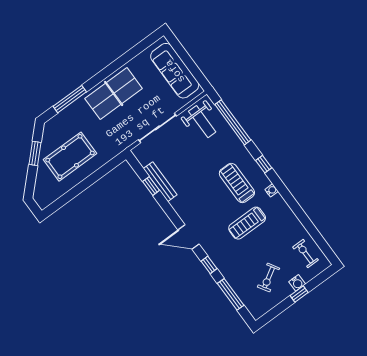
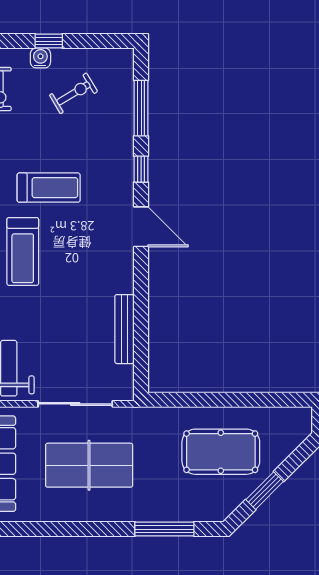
table tennis table: (114, 93) -> (89, 465), moved
window: (151, 186) -> (141, 332), removed

